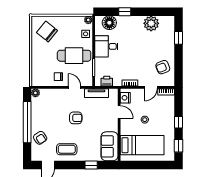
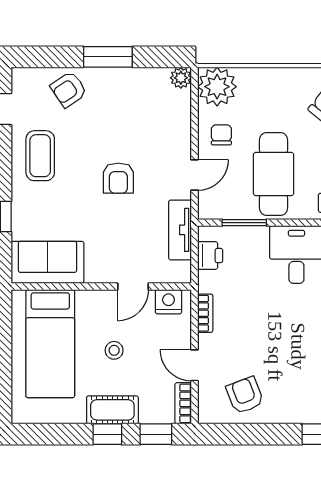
plant: (39, 78) -> (217, 87), added
cot: (169, 120) -> (112, 410), added
window: (27, 122) -> (108, 57), width x0.47
window: (178, 146) -> (156, 434), moved

